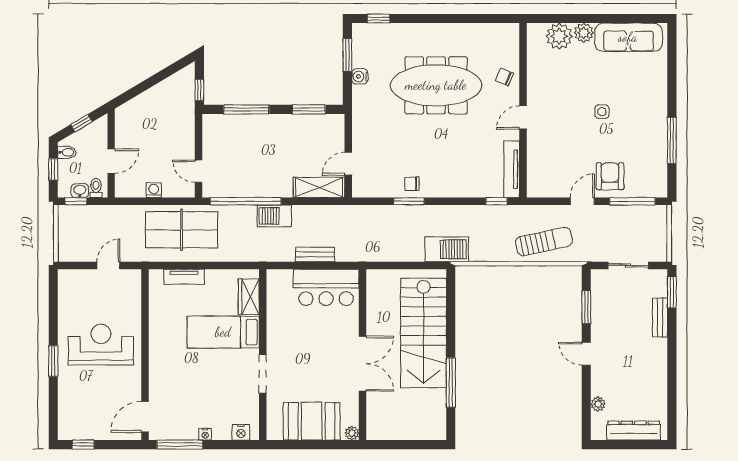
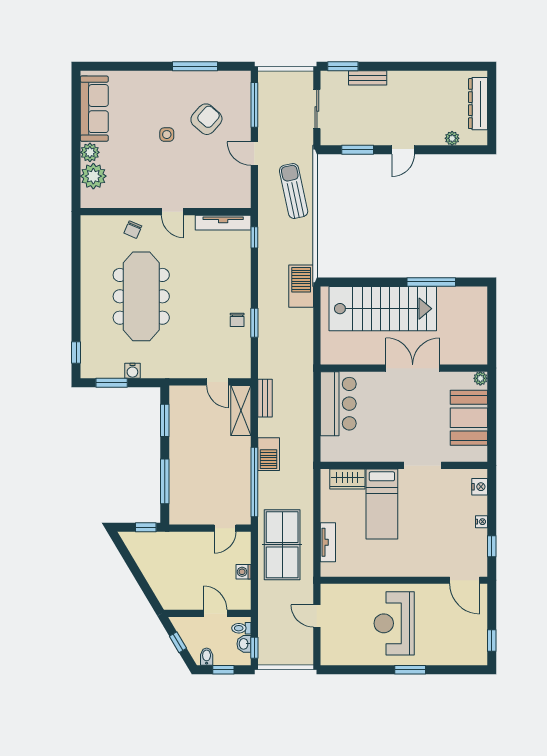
armchair: (610, 176) -> (206, 119), moved, turned 131
bench: (315, 254) -> (265, 398), moved
window: (180, 445) -> (492, 546), width x0.46

